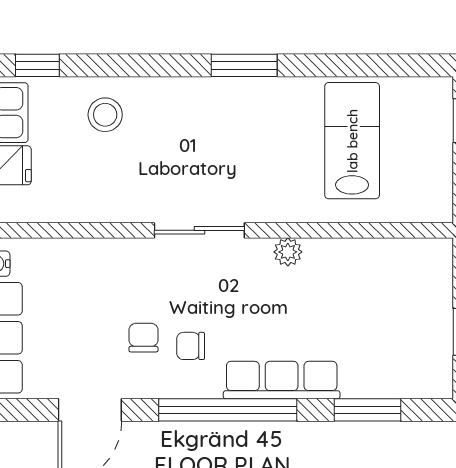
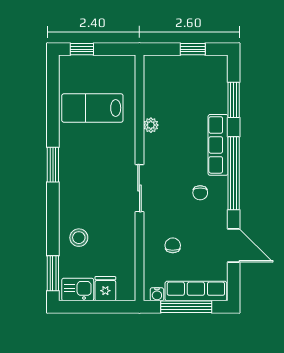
window: (37, 65) -> (53, 273), width x1.50
plant: (288, 252) -> (151, 125), moved
chair: (143, 338) -> (173, 245), moved, turned 90

